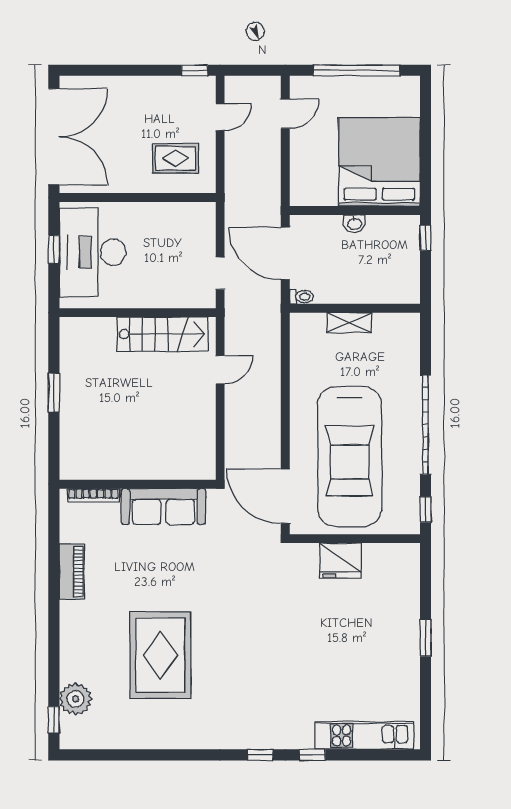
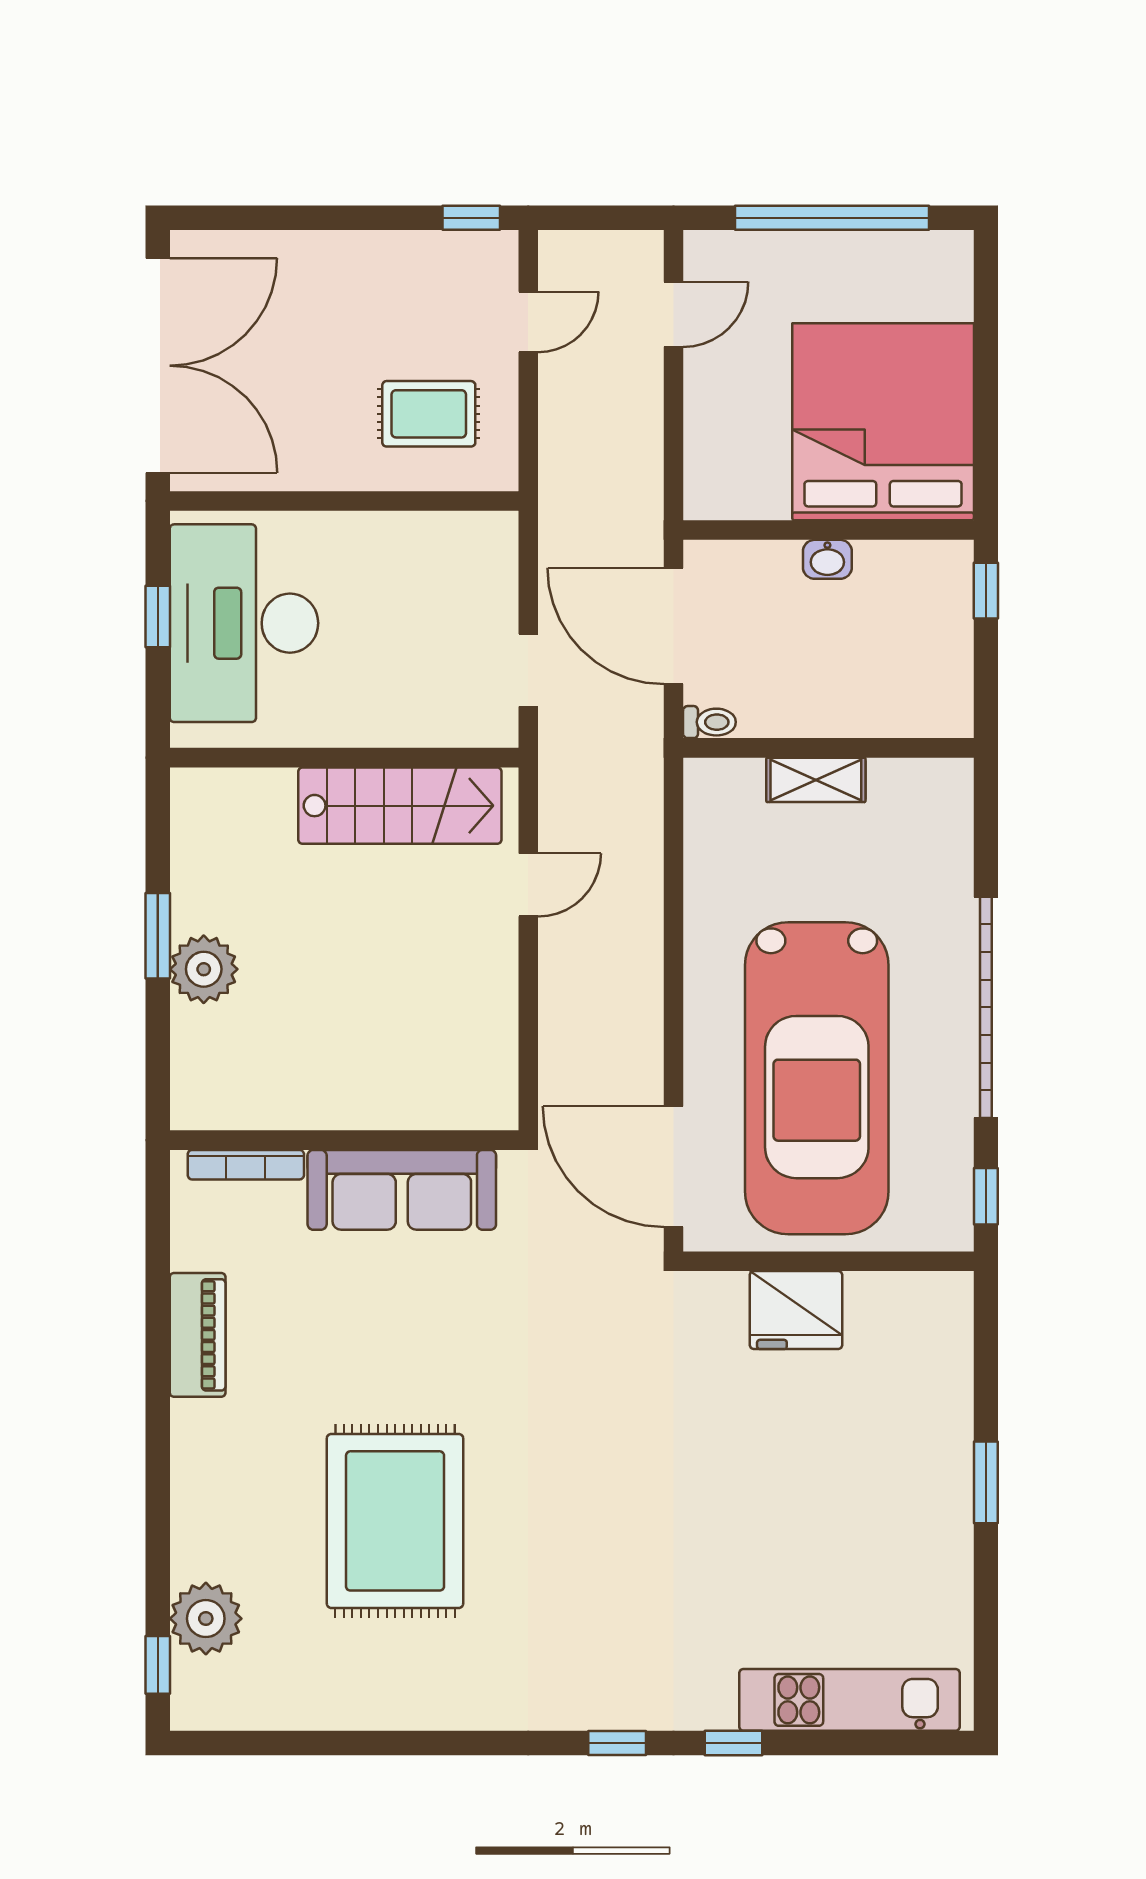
plant: (75, 408) -> (204, 969), added

